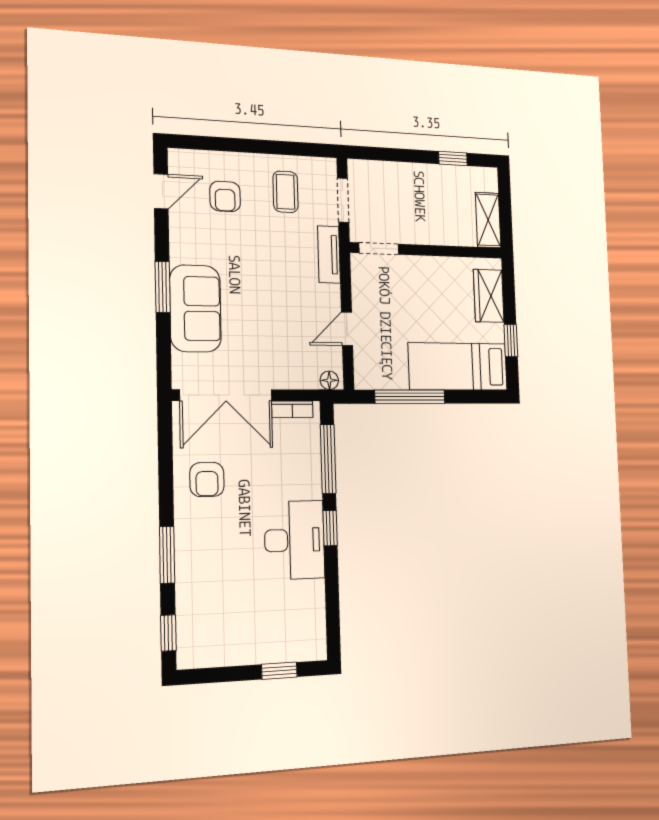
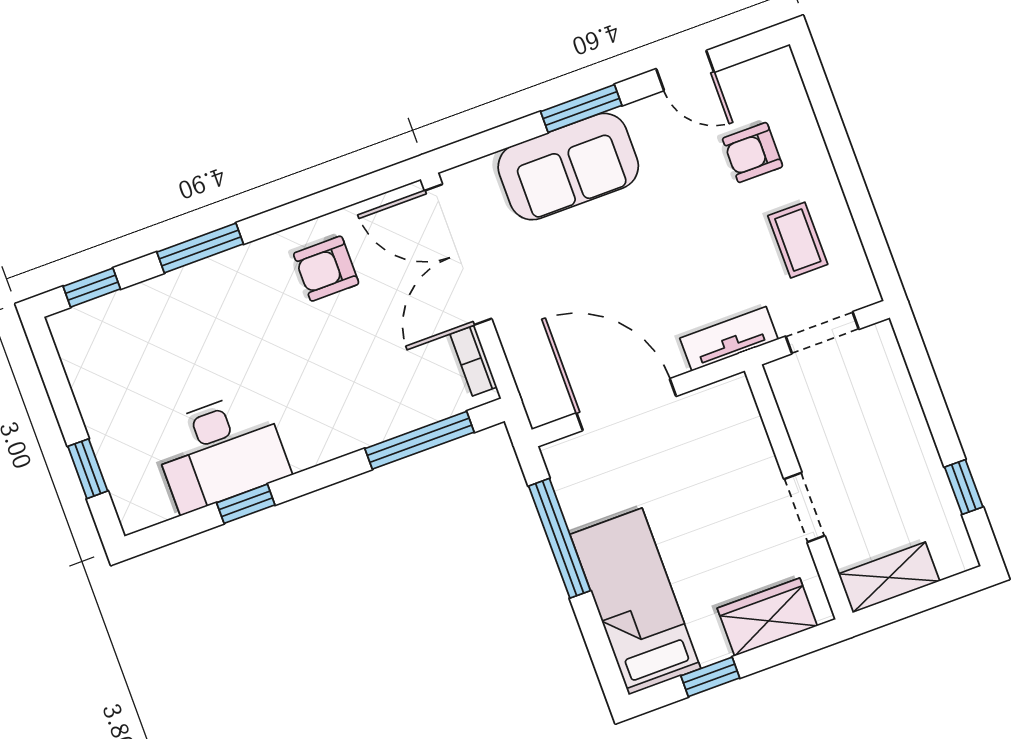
door: (161, 191) -> (685, 71), moved
coffee table: (285, 192) -> (798, 240), turned 90
doorway: (379, 248) -> (804, 507), moved
door: (347, 329) -> (626, 405), width x1.88
floor lamp: (329, 380) -> (538, 403), removed
window: (330, 528) -> (246, 504), moved
desk: (294, 540) -> (220, 451), moved

